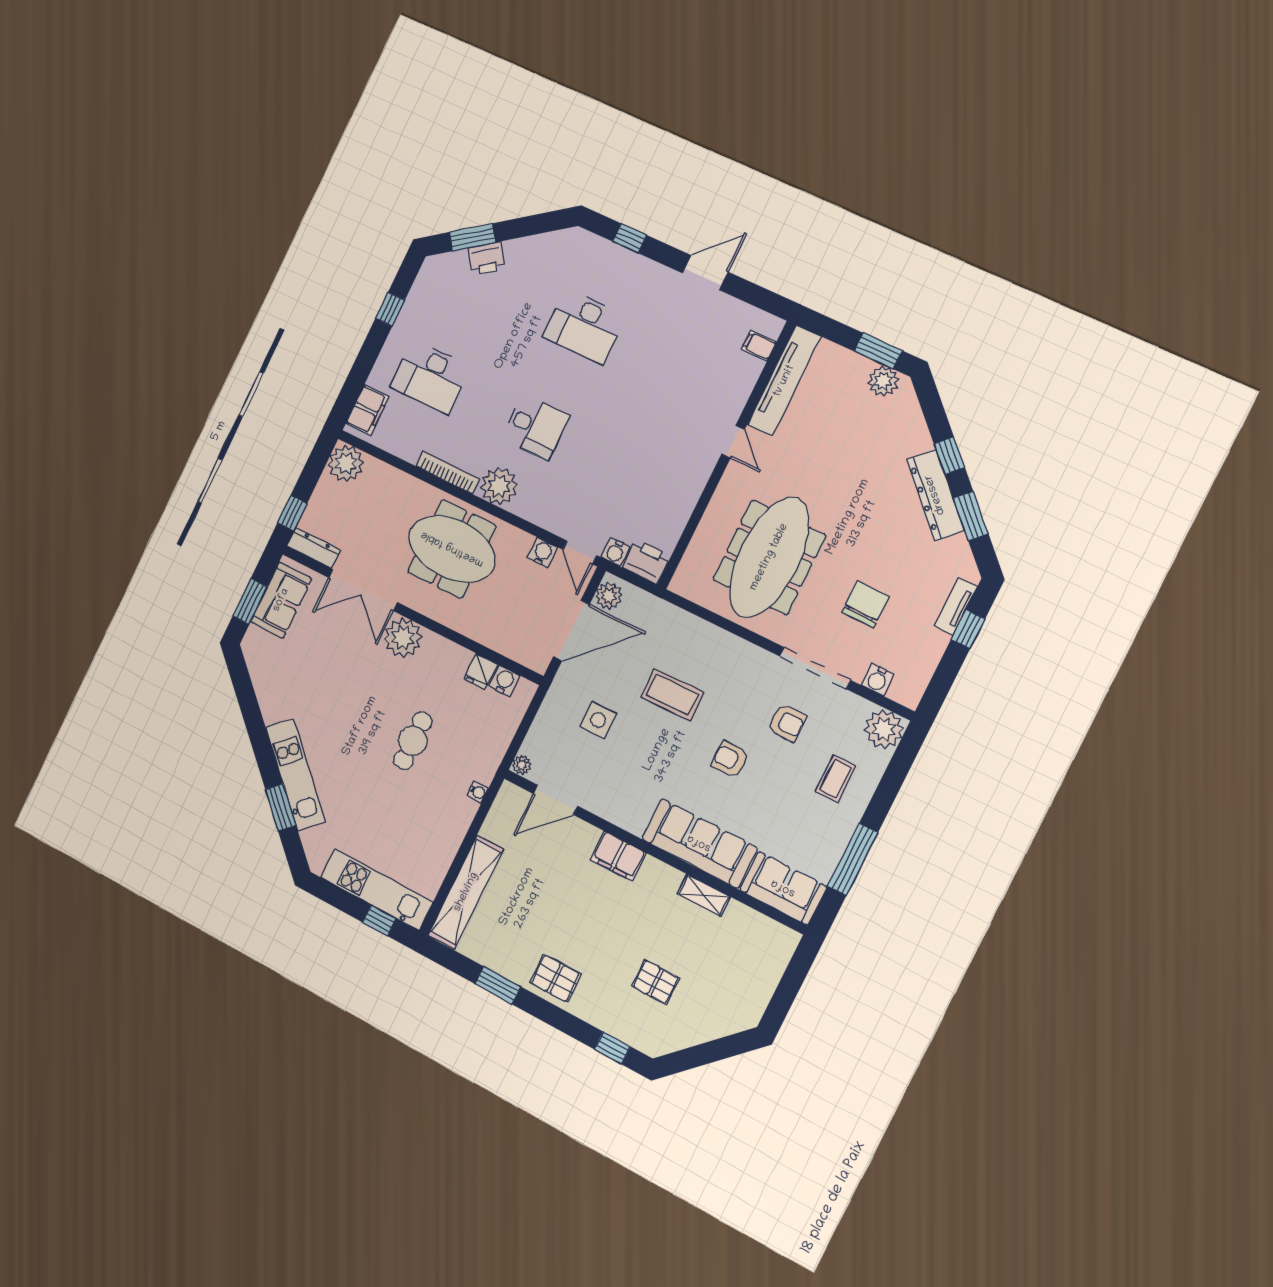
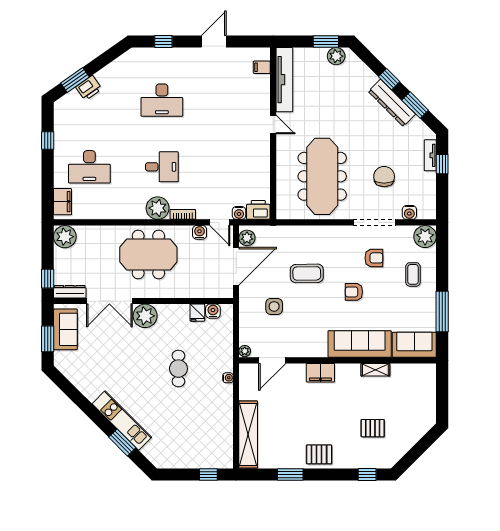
bookcase: (448, 473) -> (183, 214), moved, width x0.64
kitchen unit: (376, 890) -> (199, 459), removed

